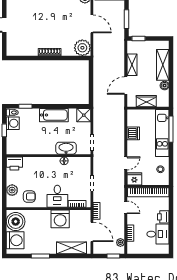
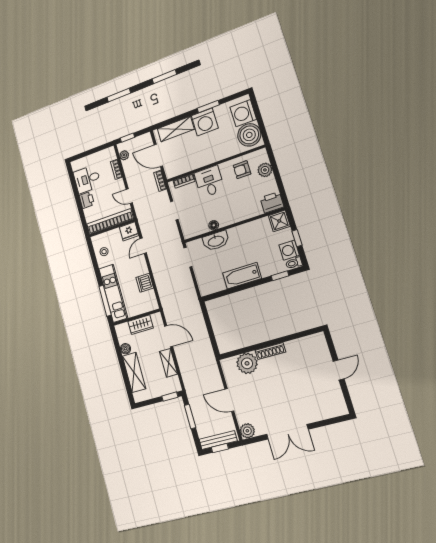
plant: (82, 48) -> (247, 363), moved
door: (126, 86) -> (169, 336), hinge flipped
shower: (84, 115) -> (279, 221), moved
washing machine: (60, 219) -> (205, 122), moved, turned 180

